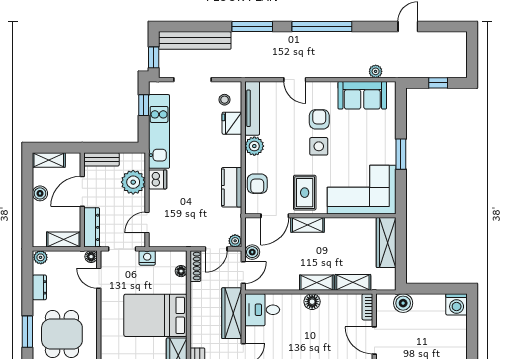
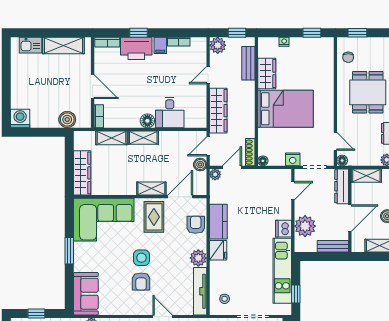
sofa: (362, 95) -> (86, 294), moved, turned 90
fridge: (232, 123) -> (218, 250), moved
floor lamp: (181, 271) -> (263, 161), moved
desk: (262, 310) -> (170, 113), moved, turned 90

